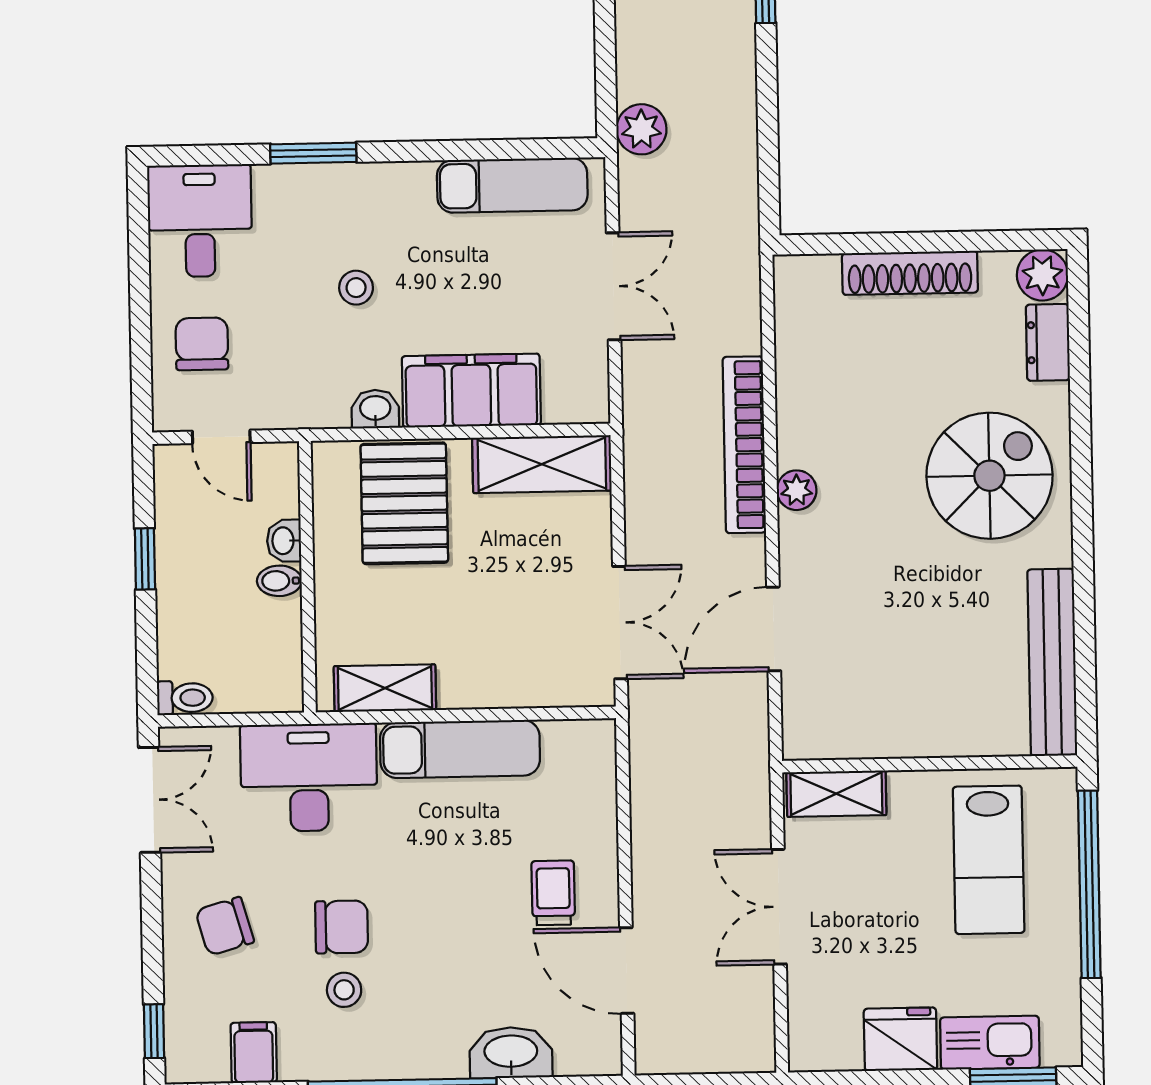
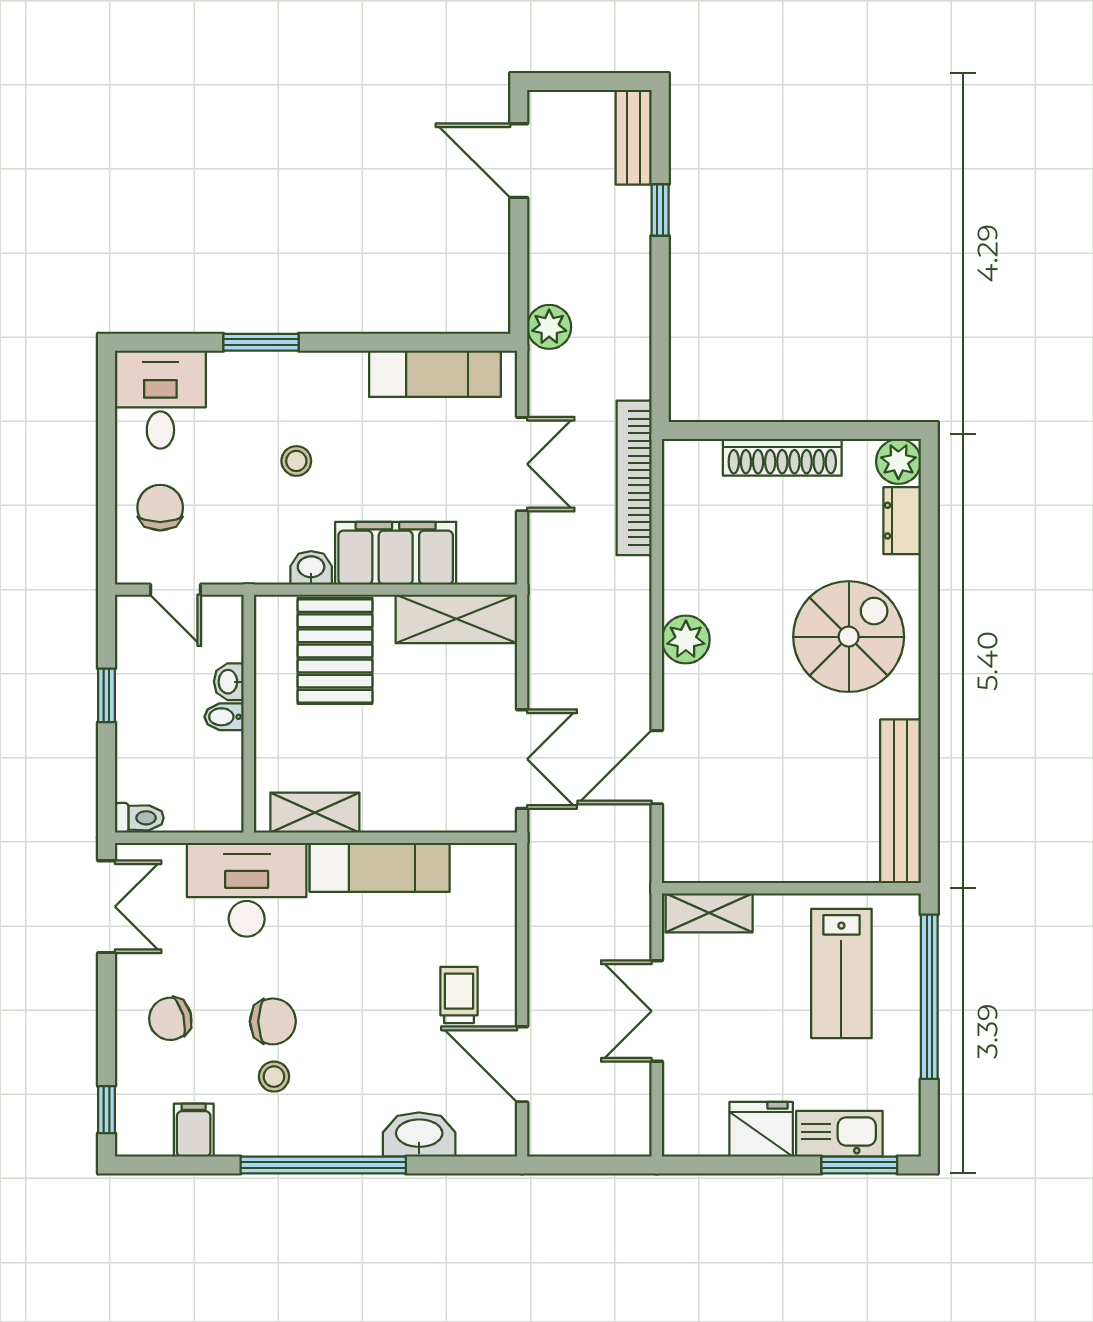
bookcase: (744, 445) -> (634, 478), moved
plant: (797, 490) -> (686, 639), width x1.38, depth x1.38

